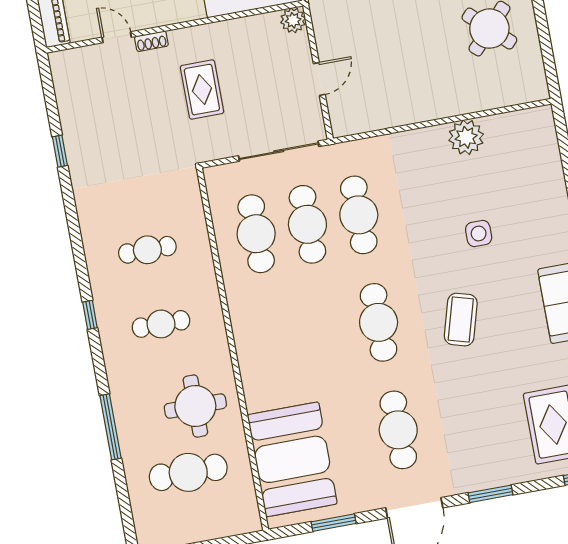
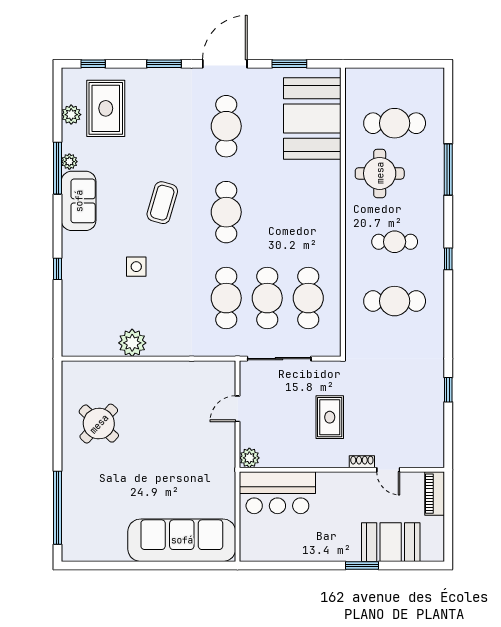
cafe table: (147, 250) -> (395, 301), width x1.37, depth x1.35

